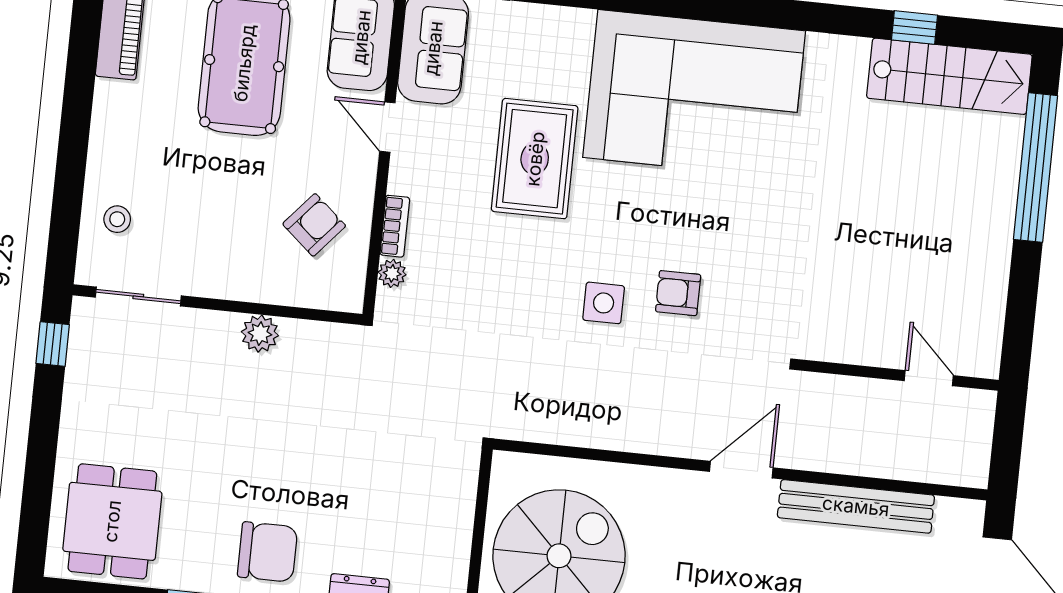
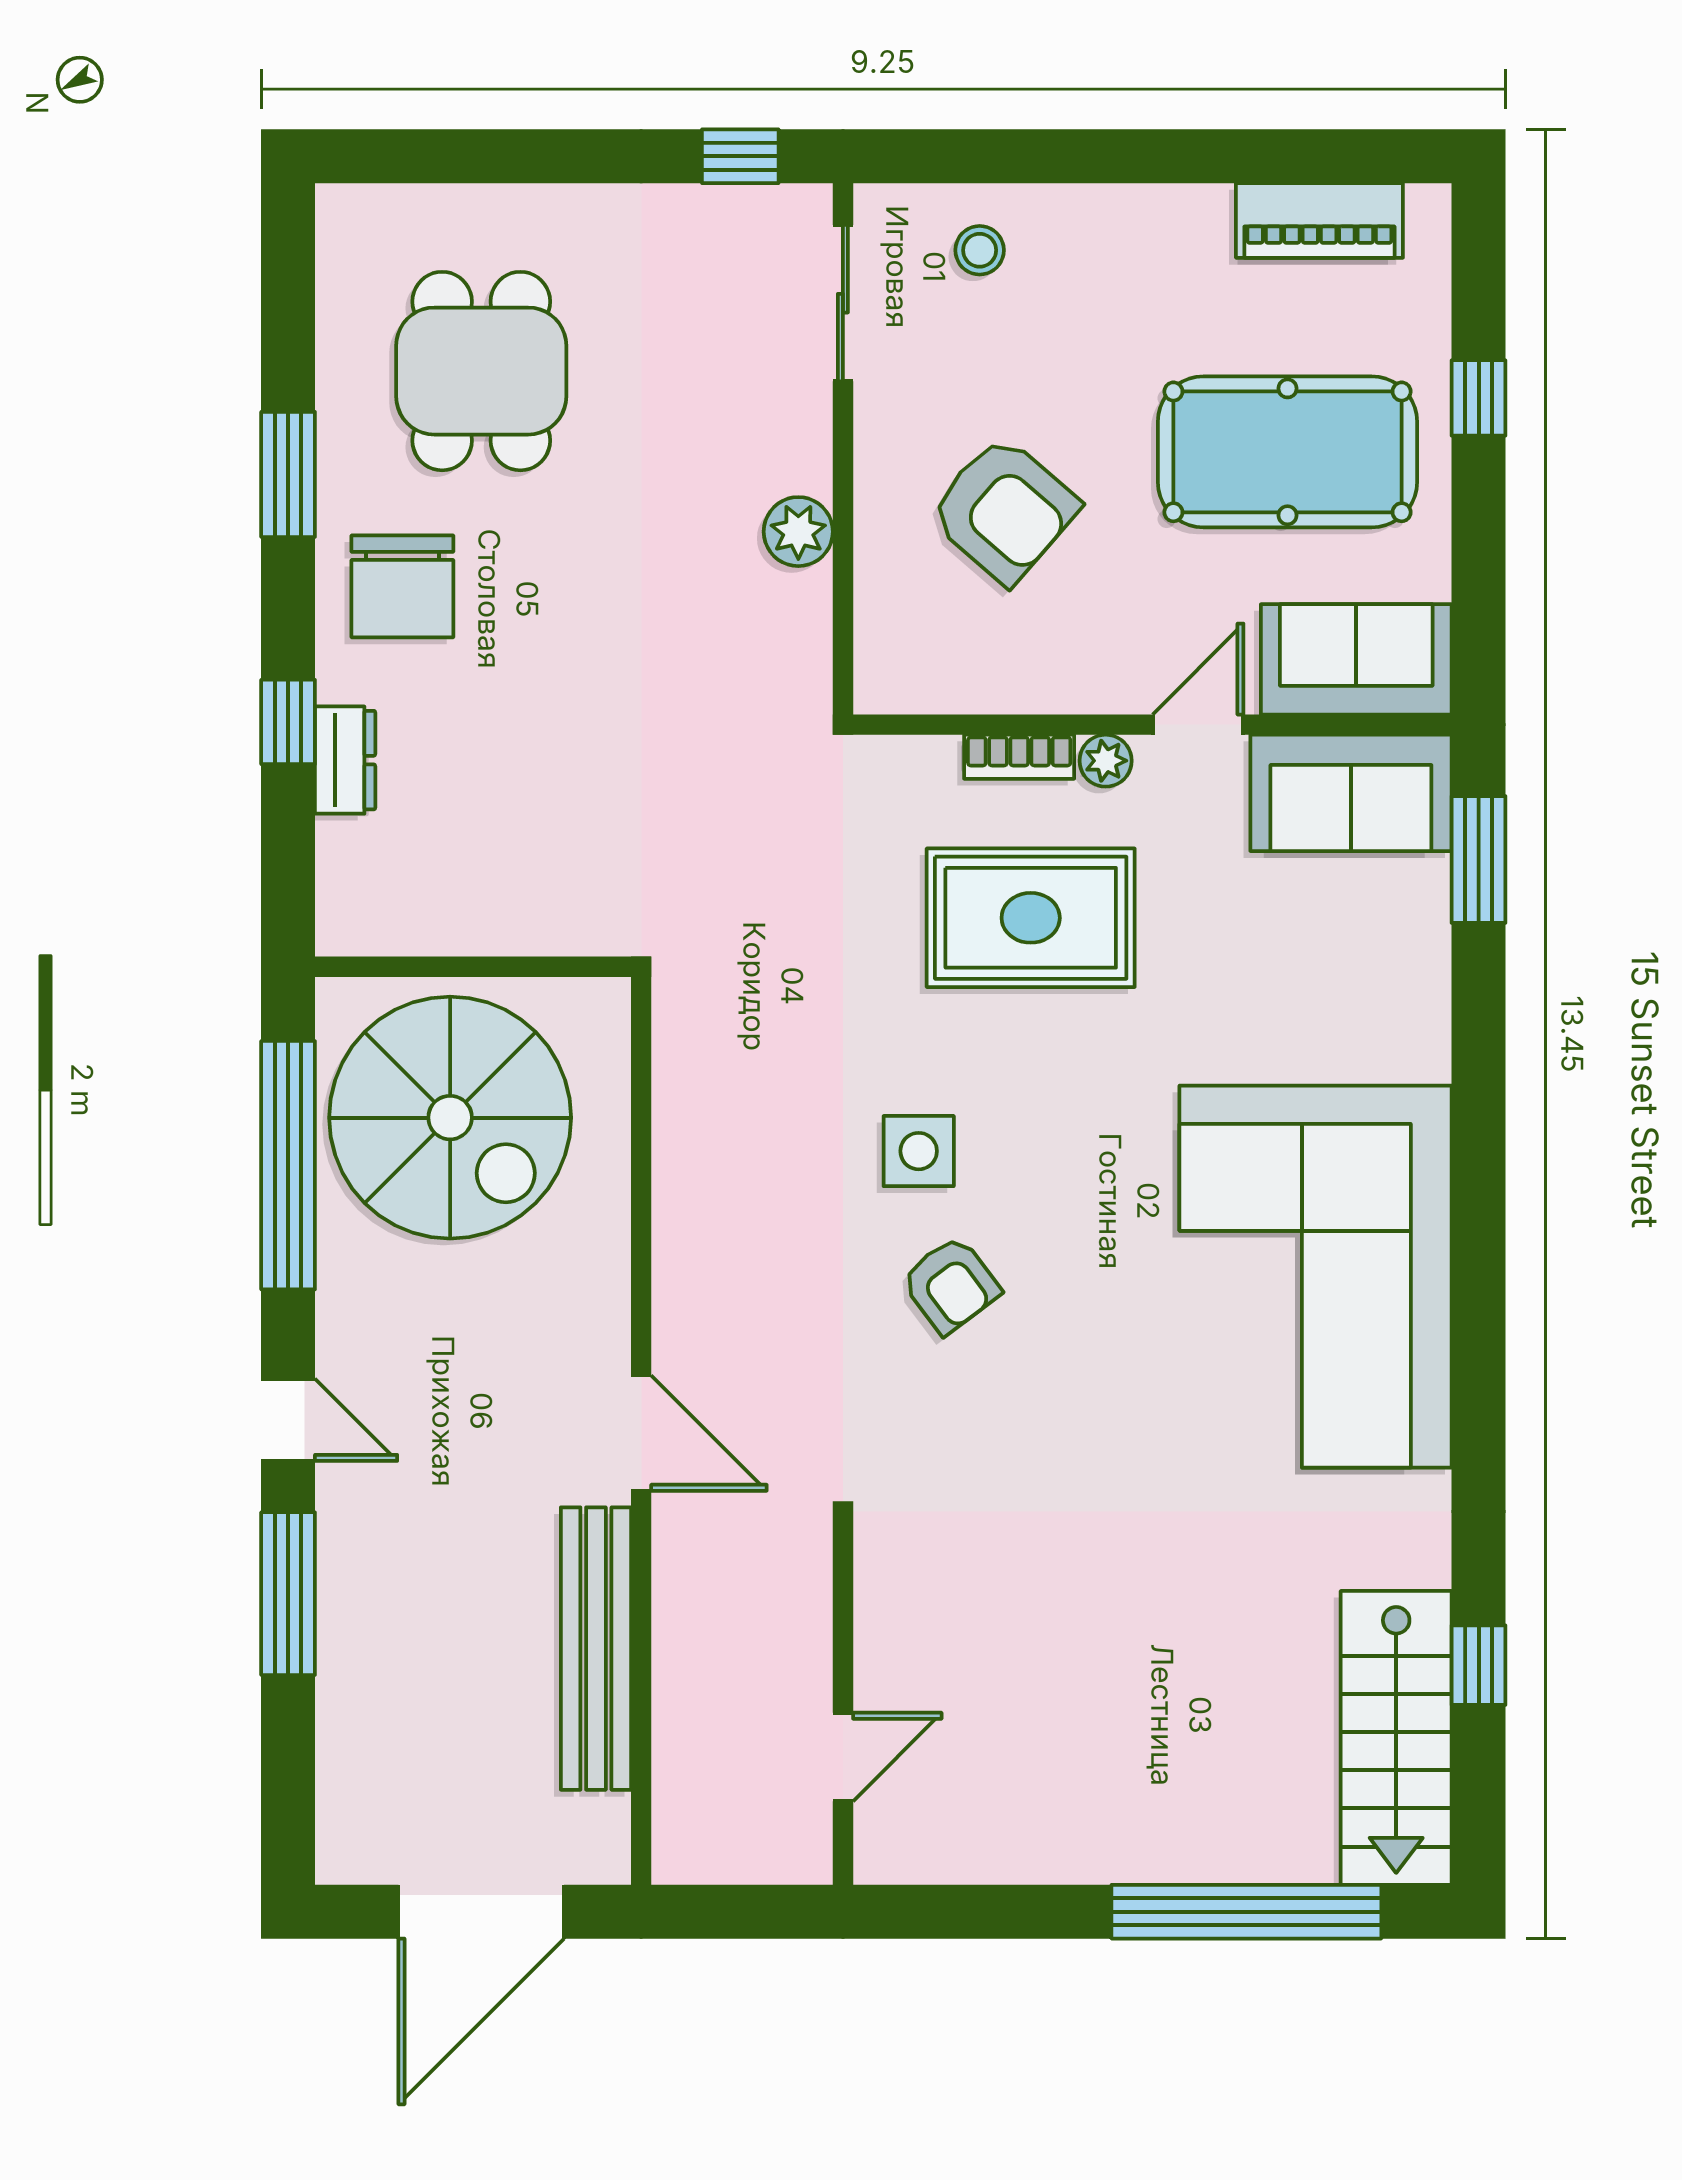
rug: (535, 159) -> (1031, 918), moved
armchair: (314, 225) -> (1004, 510), moved, width x1.38, depth x1.38
plant: (392, 273) -> (1106, 761), moved
armchair: (678, 293) -> (951, 1285), turned 143
dining table: (112, 521) -> (481, 371), moved, turned 90

